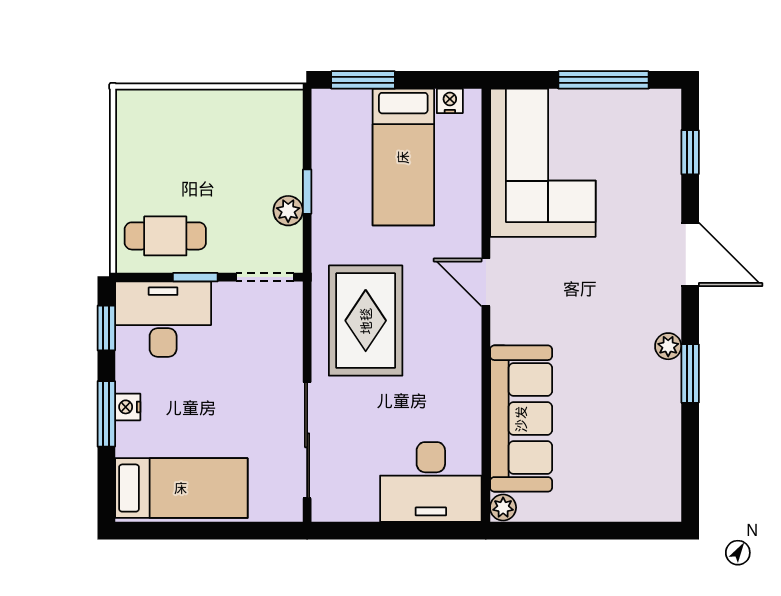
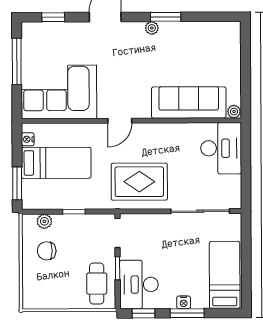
chair: (230, 138) -> (47, 251), added
plant: (288, 211) -> (44, 221), moved

